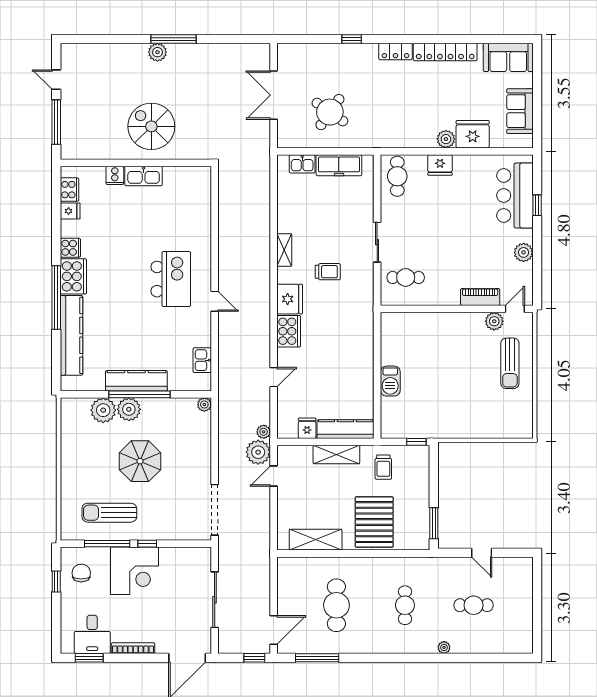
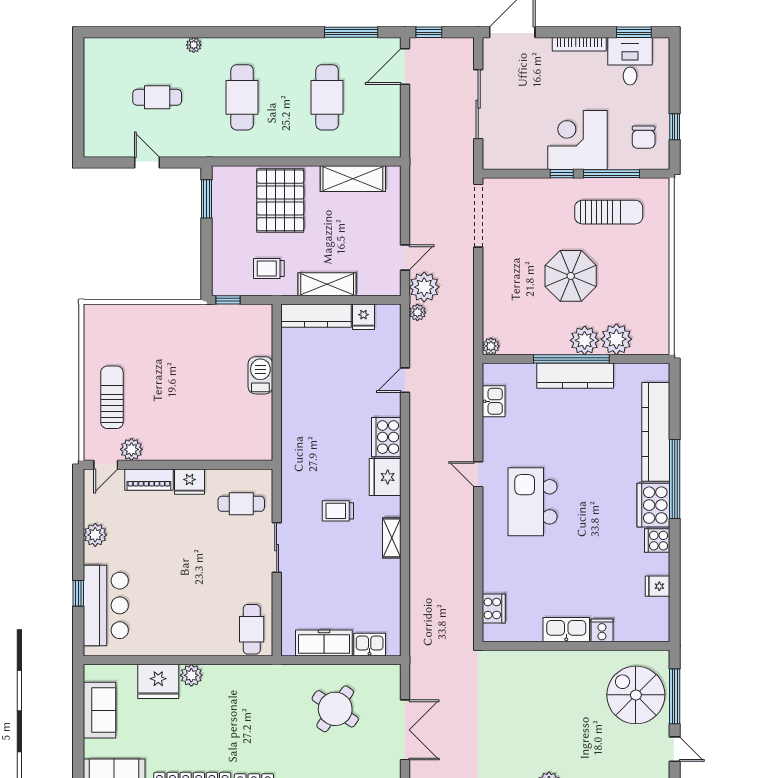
spiral stairs: (151, 126) -> (636, 695), moved, turned 180
fridge: (440, 165) -> (190, 482), moved, turned 180
cooker: (69, 190) -> (494, 608), moved, turned 180
trolley: (383, 467) -> (269, 269), turned -90
cafe table: (405, 605) -> (242, 97), width x1.37, depth x1.35

